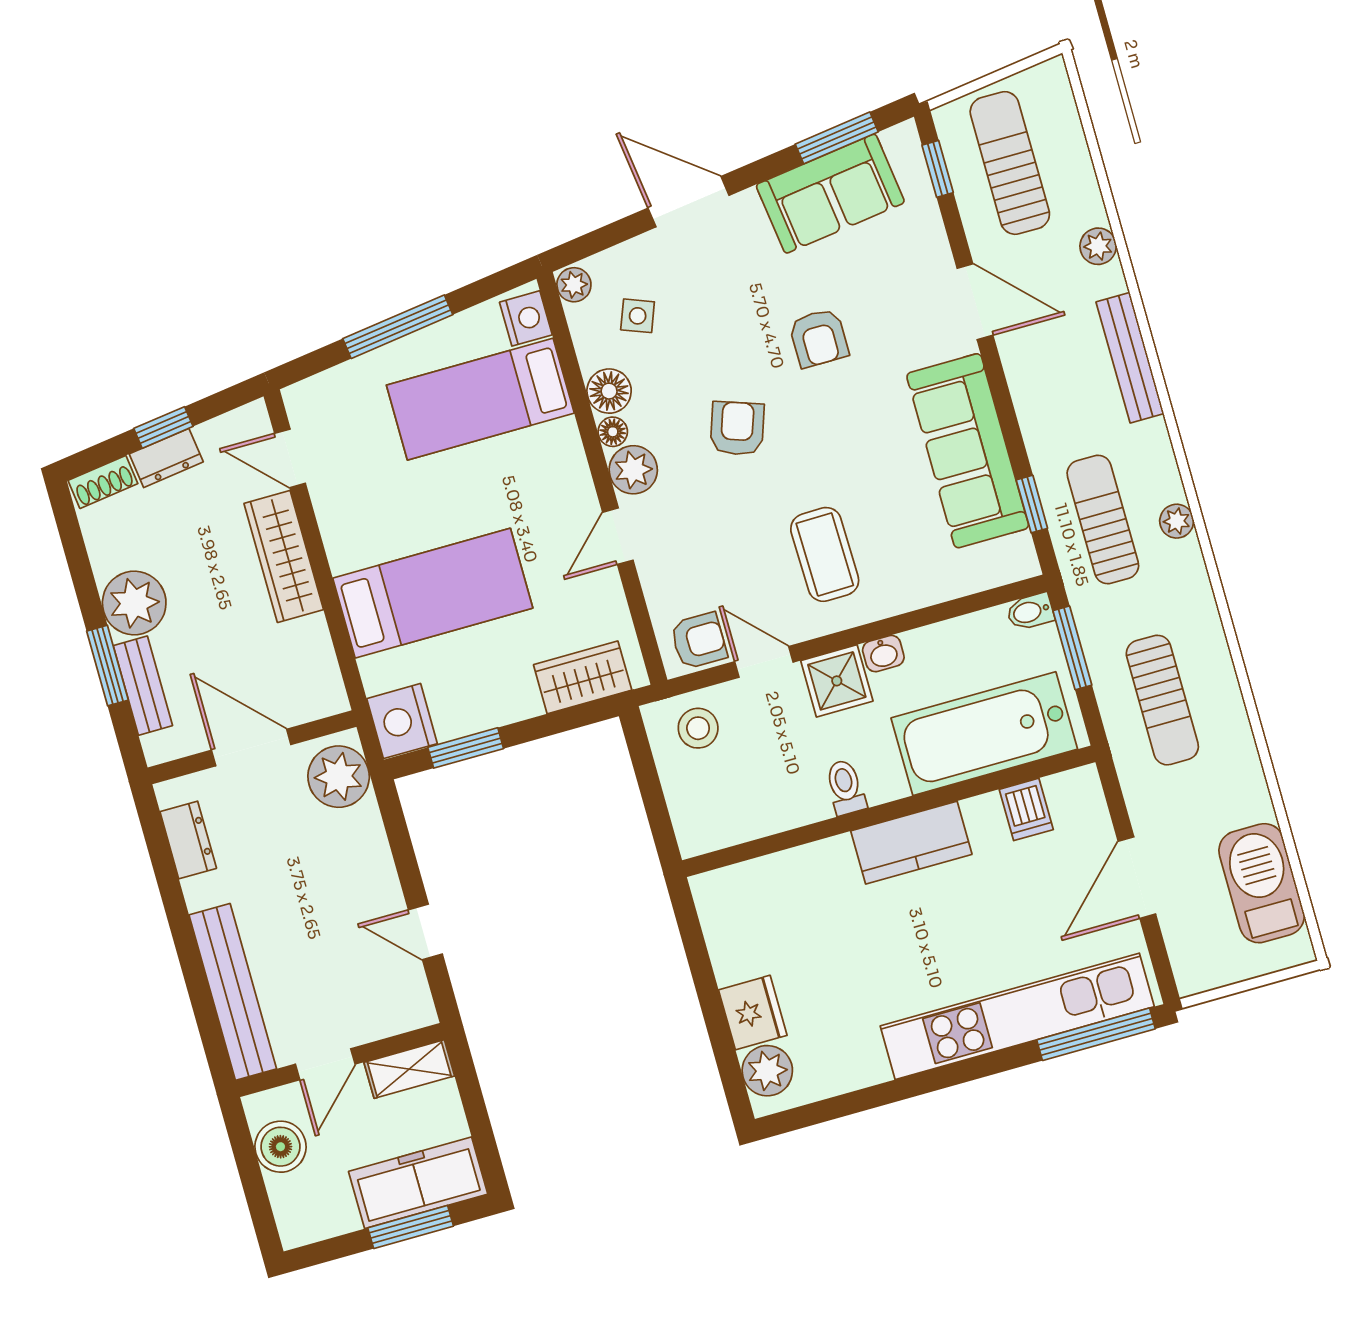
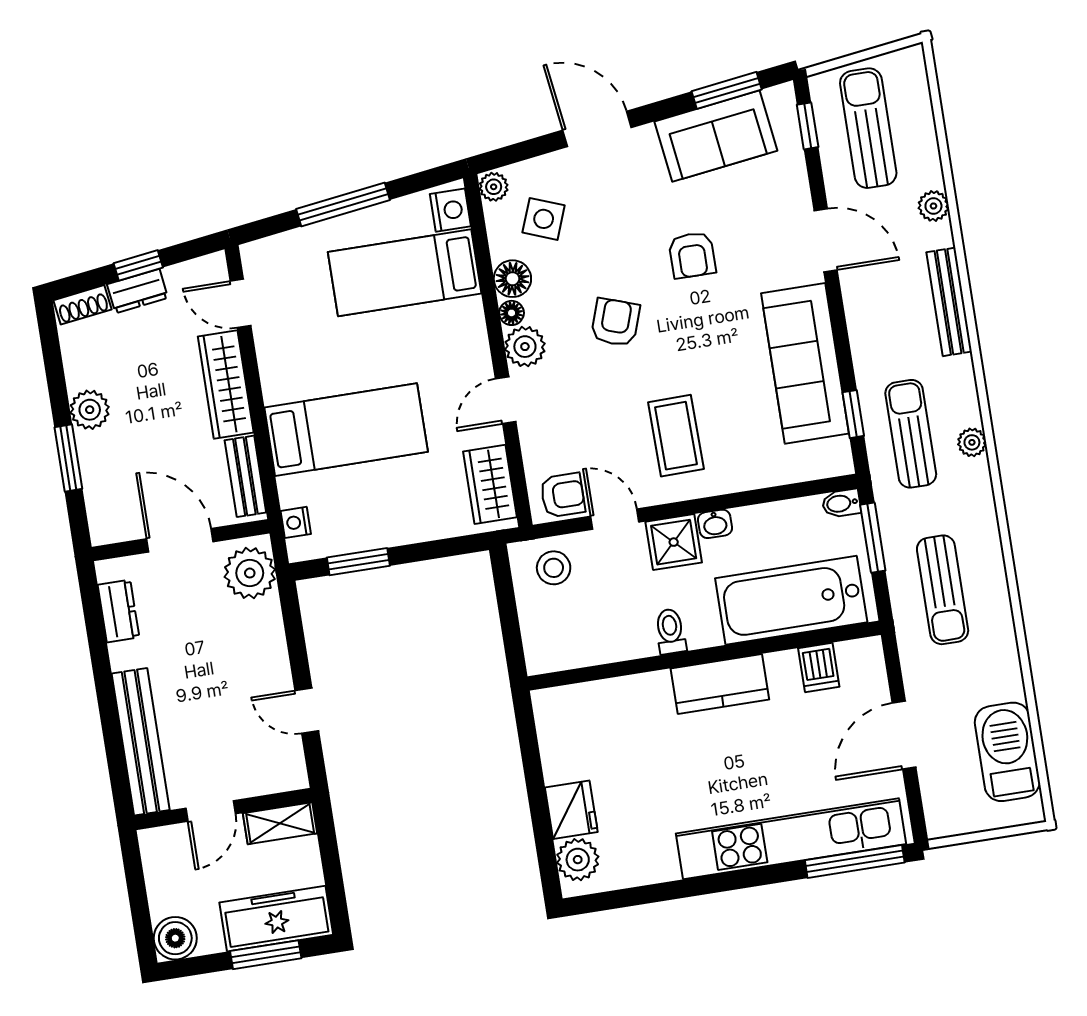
side table: (638, 316) -> (544, 219), width x1.37, depth x1.37
plant: (134, 603) -> (90, 410), width x0.73, depth x0.73
wardrobe: (583, 677) -> (490, 484), moved, turned -90
bench: (143, 686) -> (245, 476), moved
nightstand: (402, 721) -> (296, 522), width x0.53, depth x0.56
boiler: (281, 1147) -> (175, 938), moved

